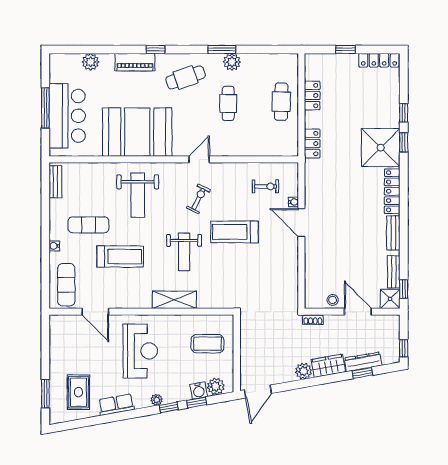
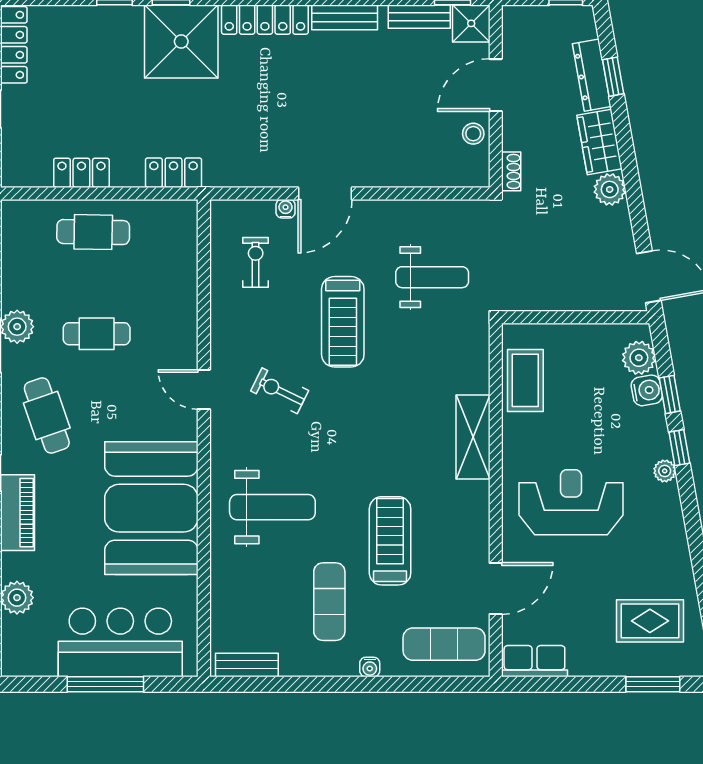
weight bench: (184, 252) -> (432, 277), moved
coffee table: (207, 344) -> (525, 380), moved
row of seats: (116, 405) -> (534, 661), moved, turned 100

